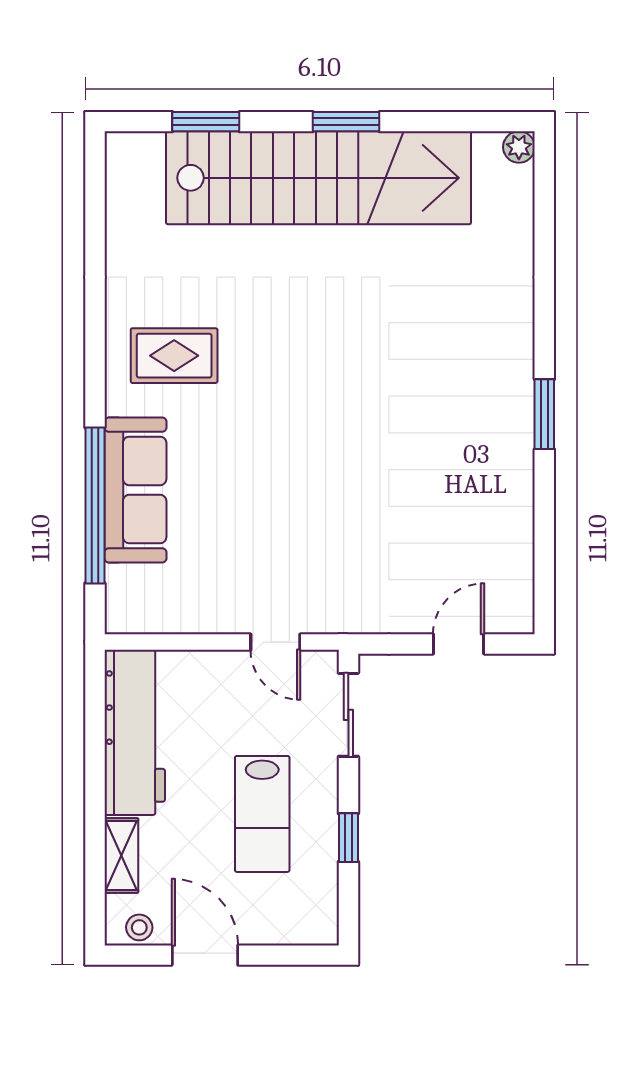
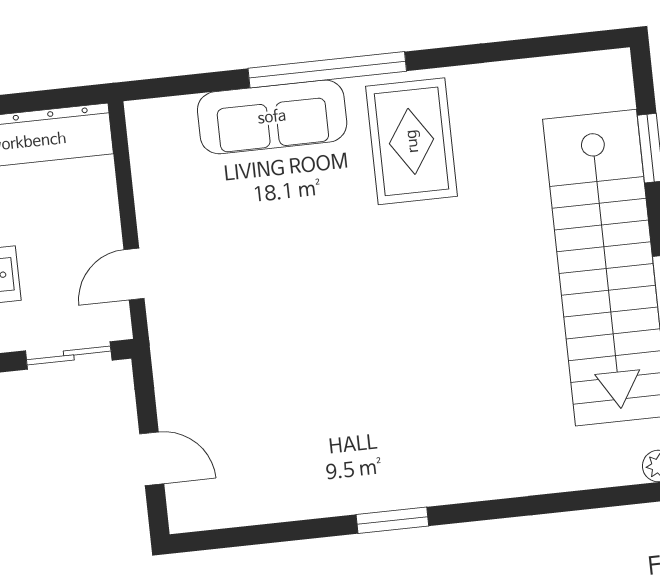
rug: (174, 356) -> (412, 141), width x1.36, depth x1.43
window: (95, 505) -> (327, 70), moved

